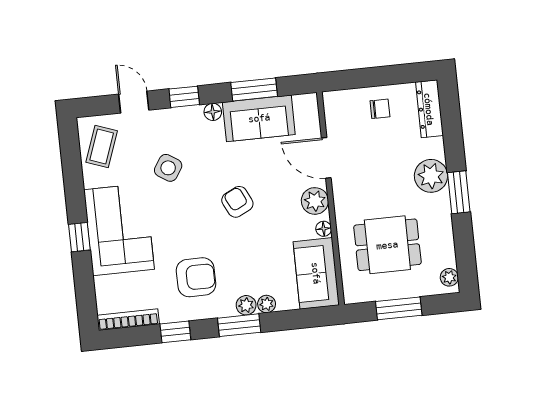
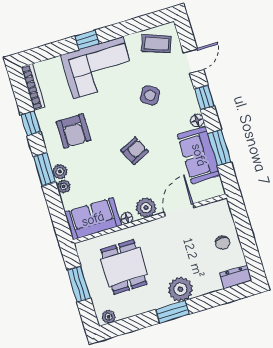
dresser: (429, 109) -> (236, 277), width x0.70

